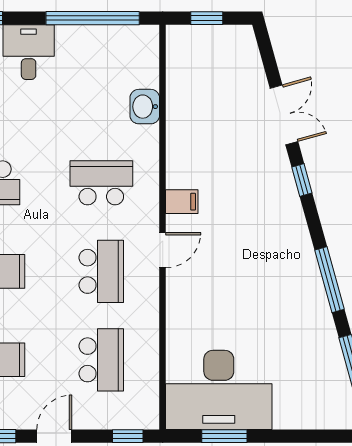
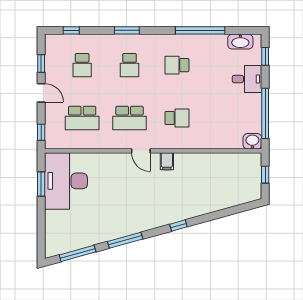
washbasin: (145, 107) -> (252, 141), moved
double door: (284, 115) -> (213, 216), removed
school desk: (101, 183) -> (177, 118), width x0.54

